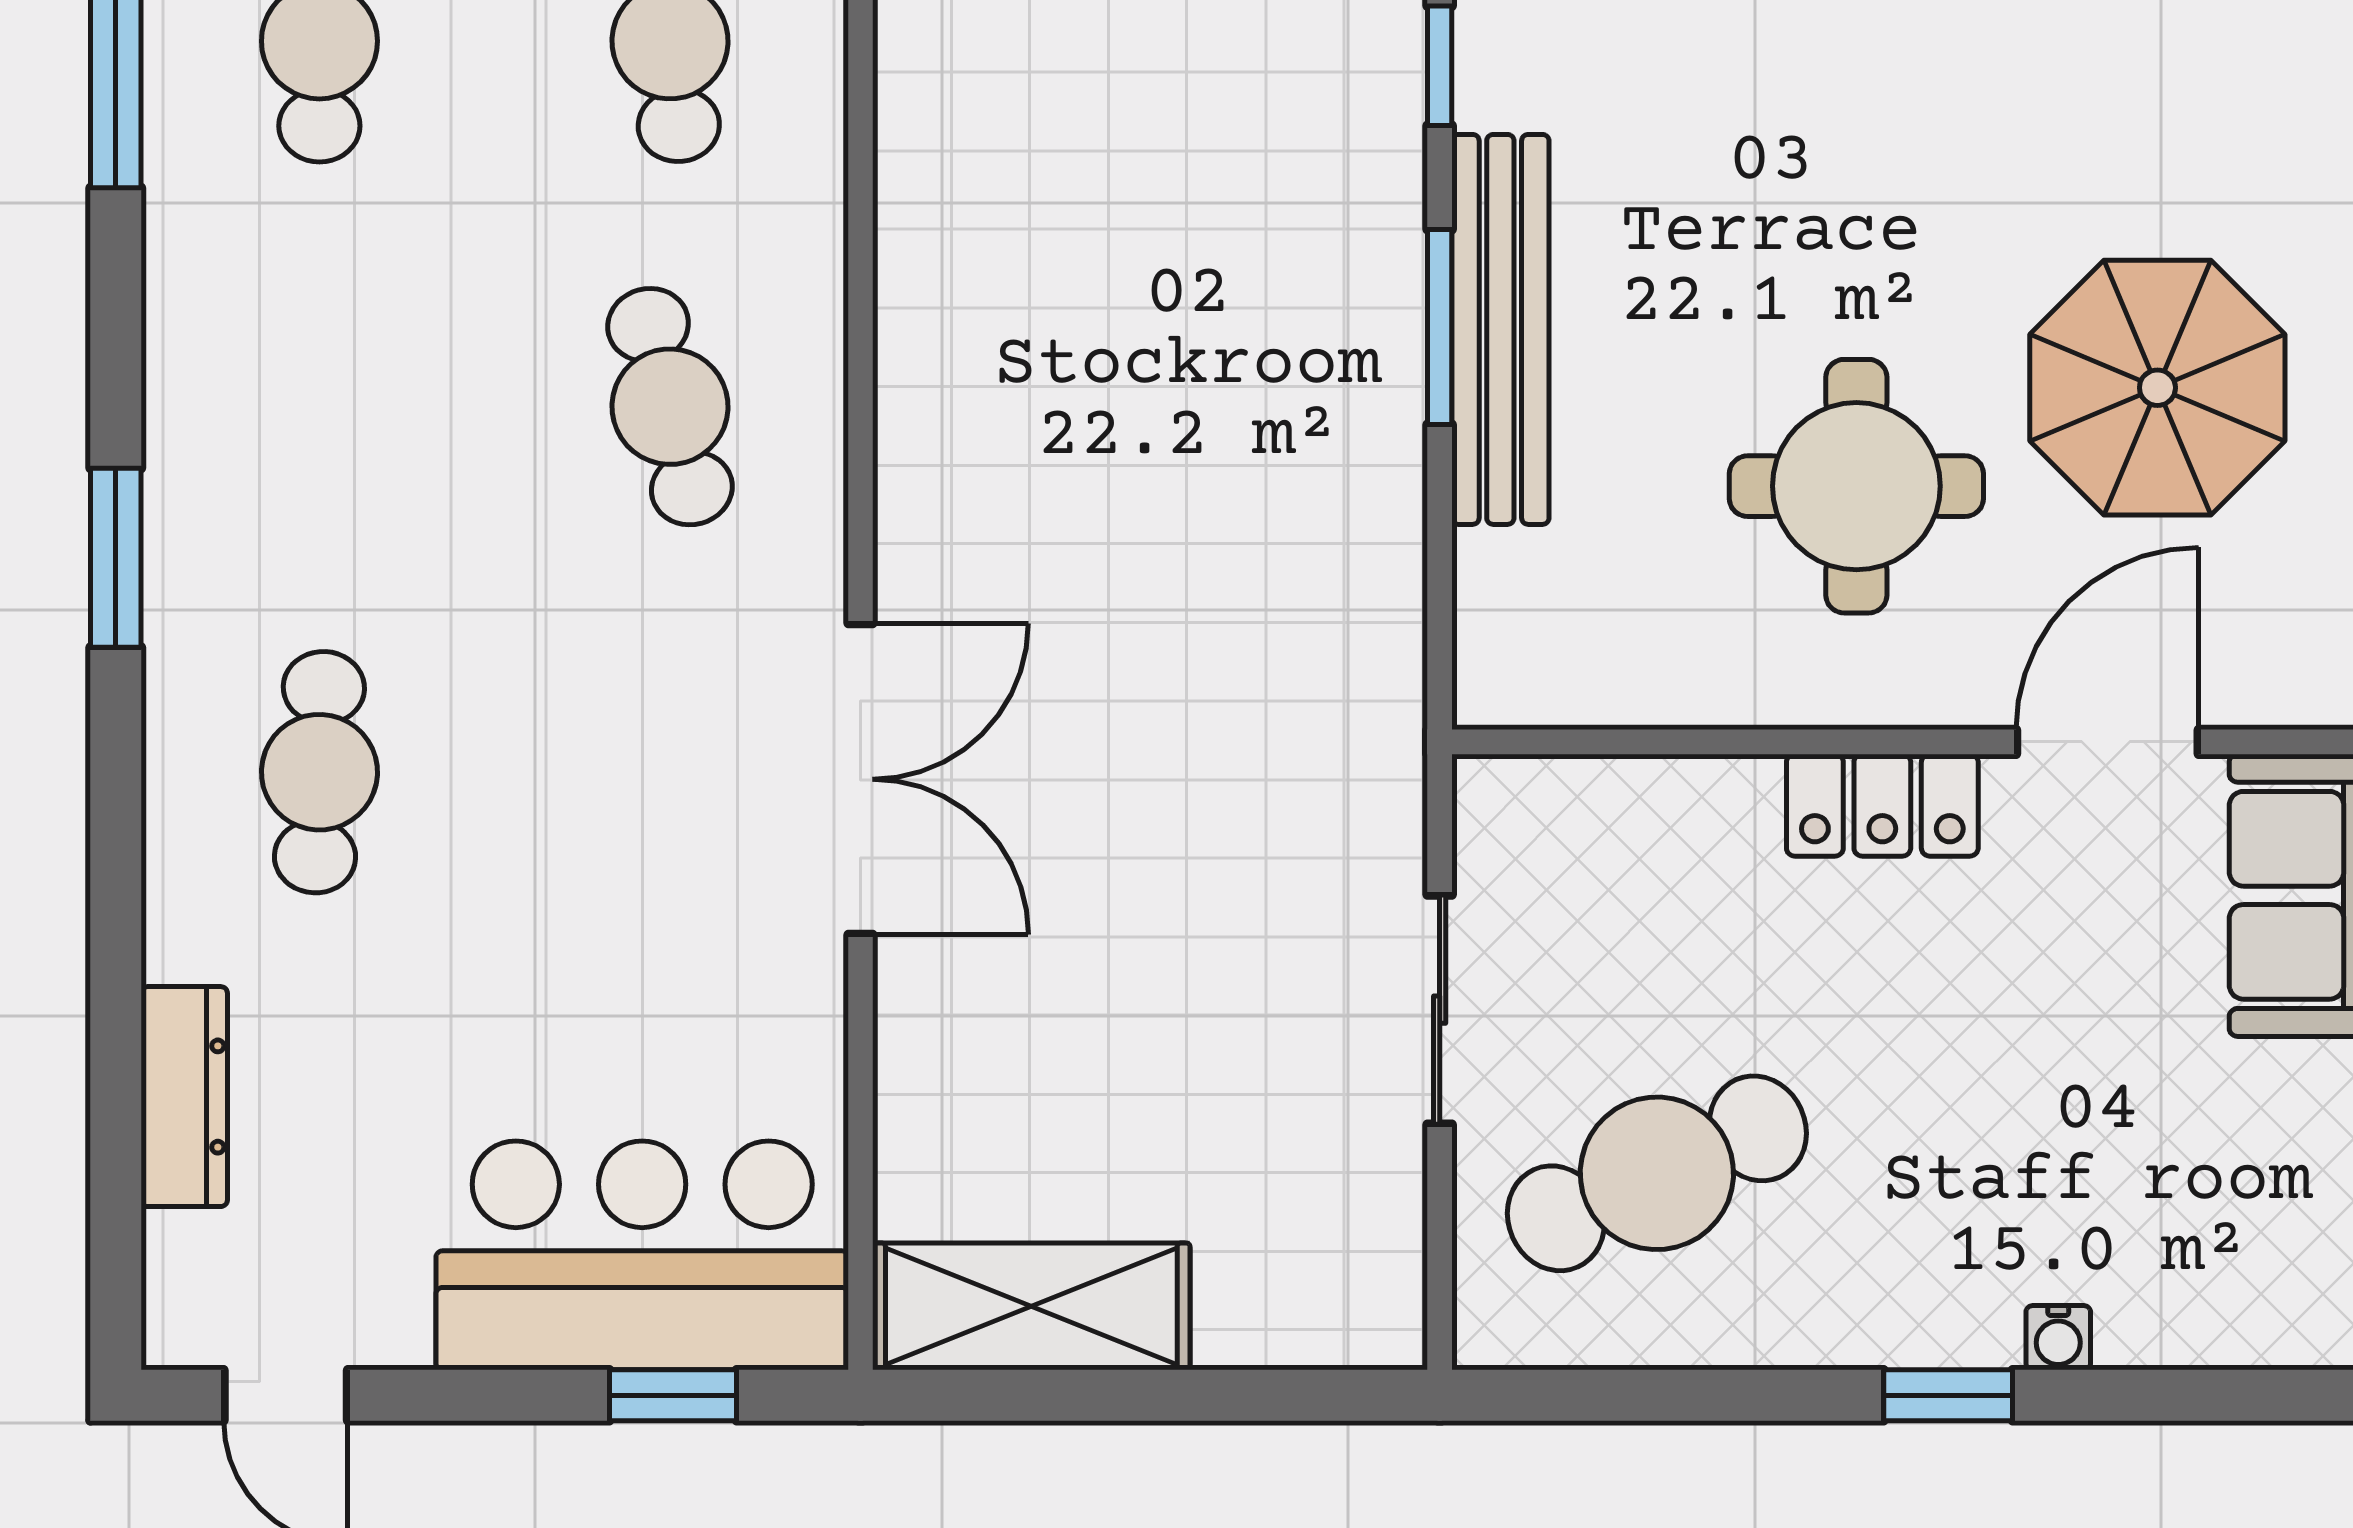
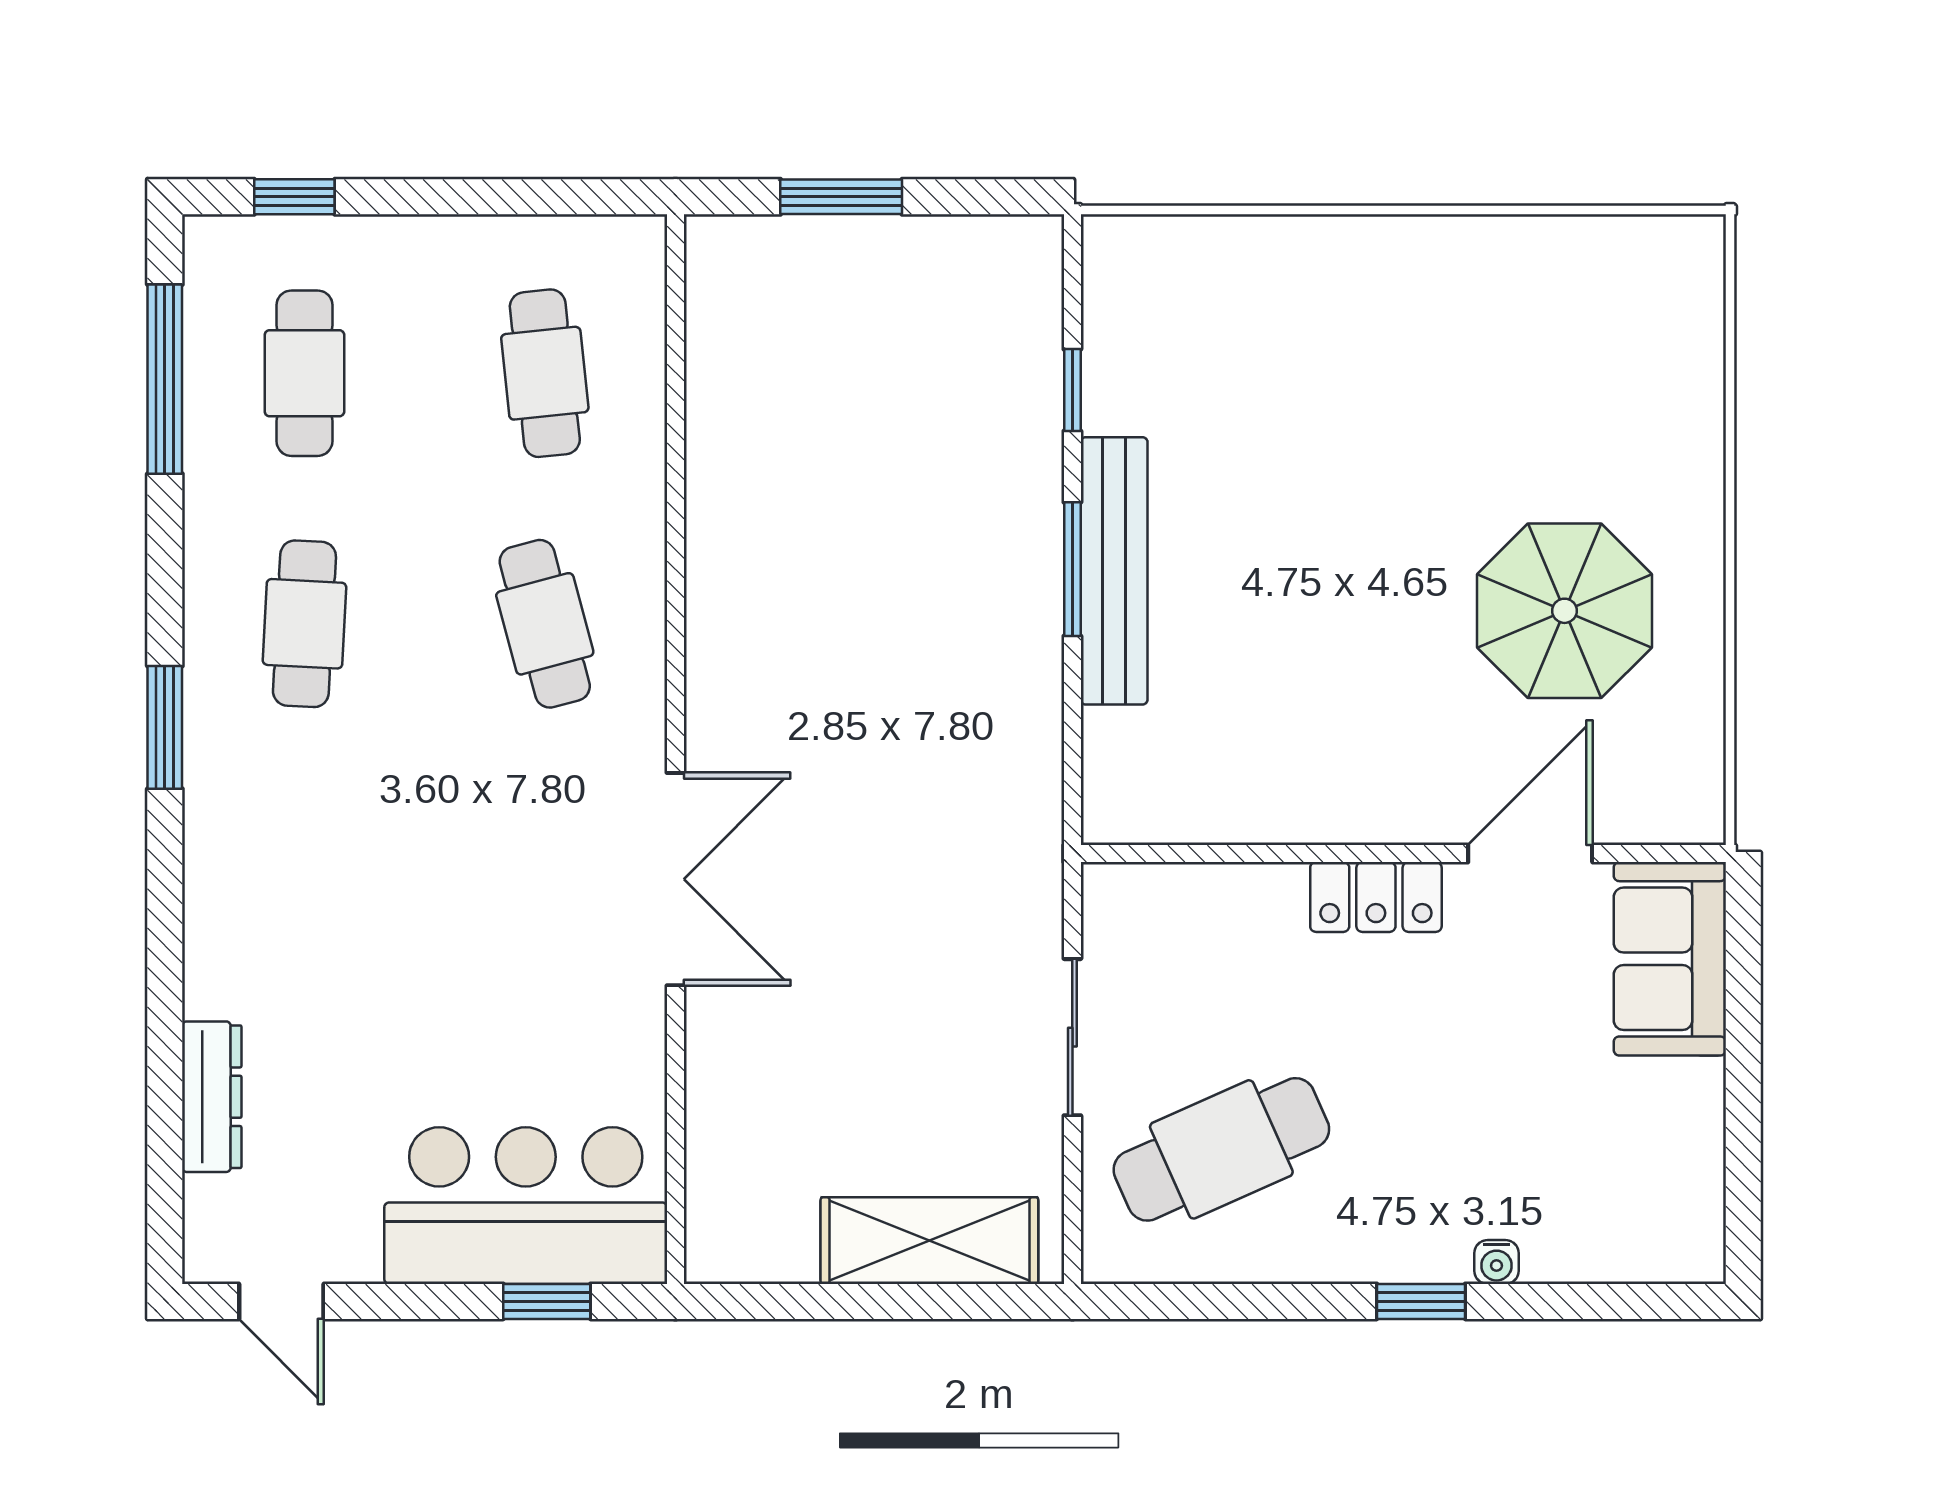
round table: (1856, 486) -> (1358, 678), removed
cafe table: (319, 772) -> (304, 624), moved
shelving: (1031, 1306) -> (929, 1241), moved

